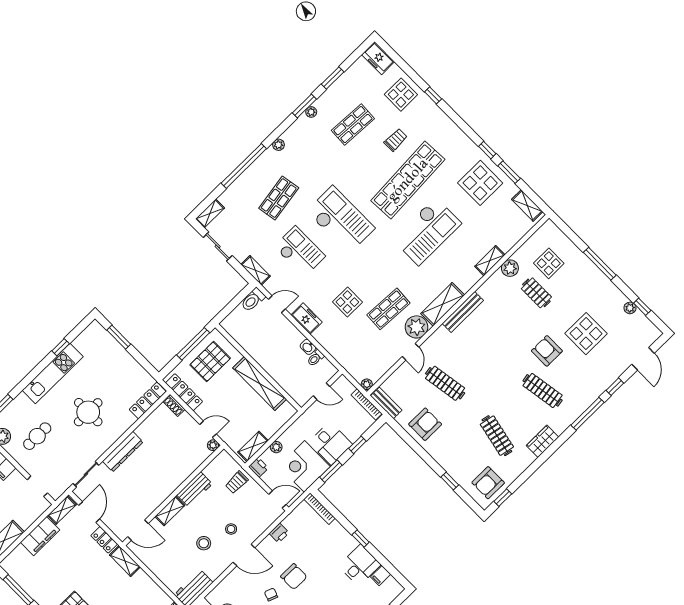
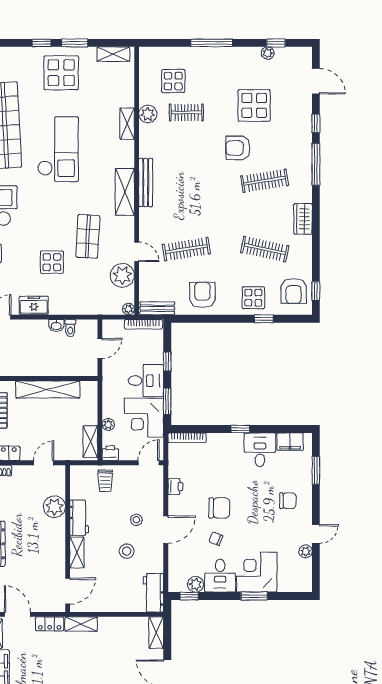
plant: (416, 327) -> (122, 275), moved
plant: (213, 445) -> (54, 507), moved, width x1.88, depth x1.88
display table: (457, 460) -> (253, 298), added
filing cabinet: (381, 576) -> (290, 442), width x2.00

